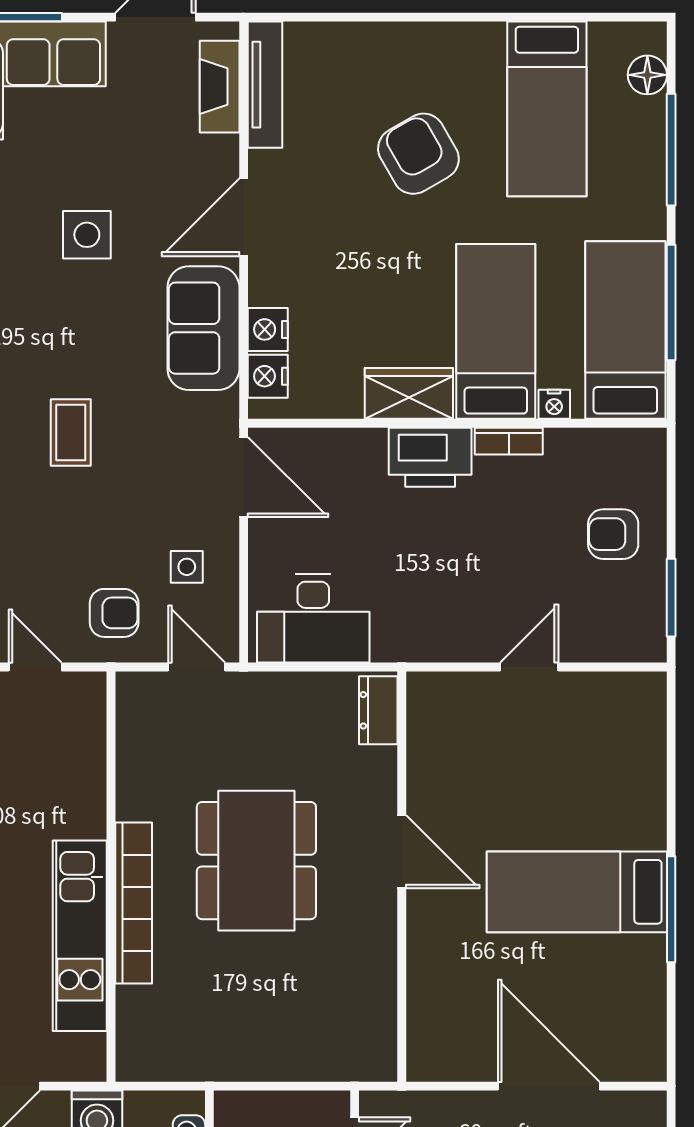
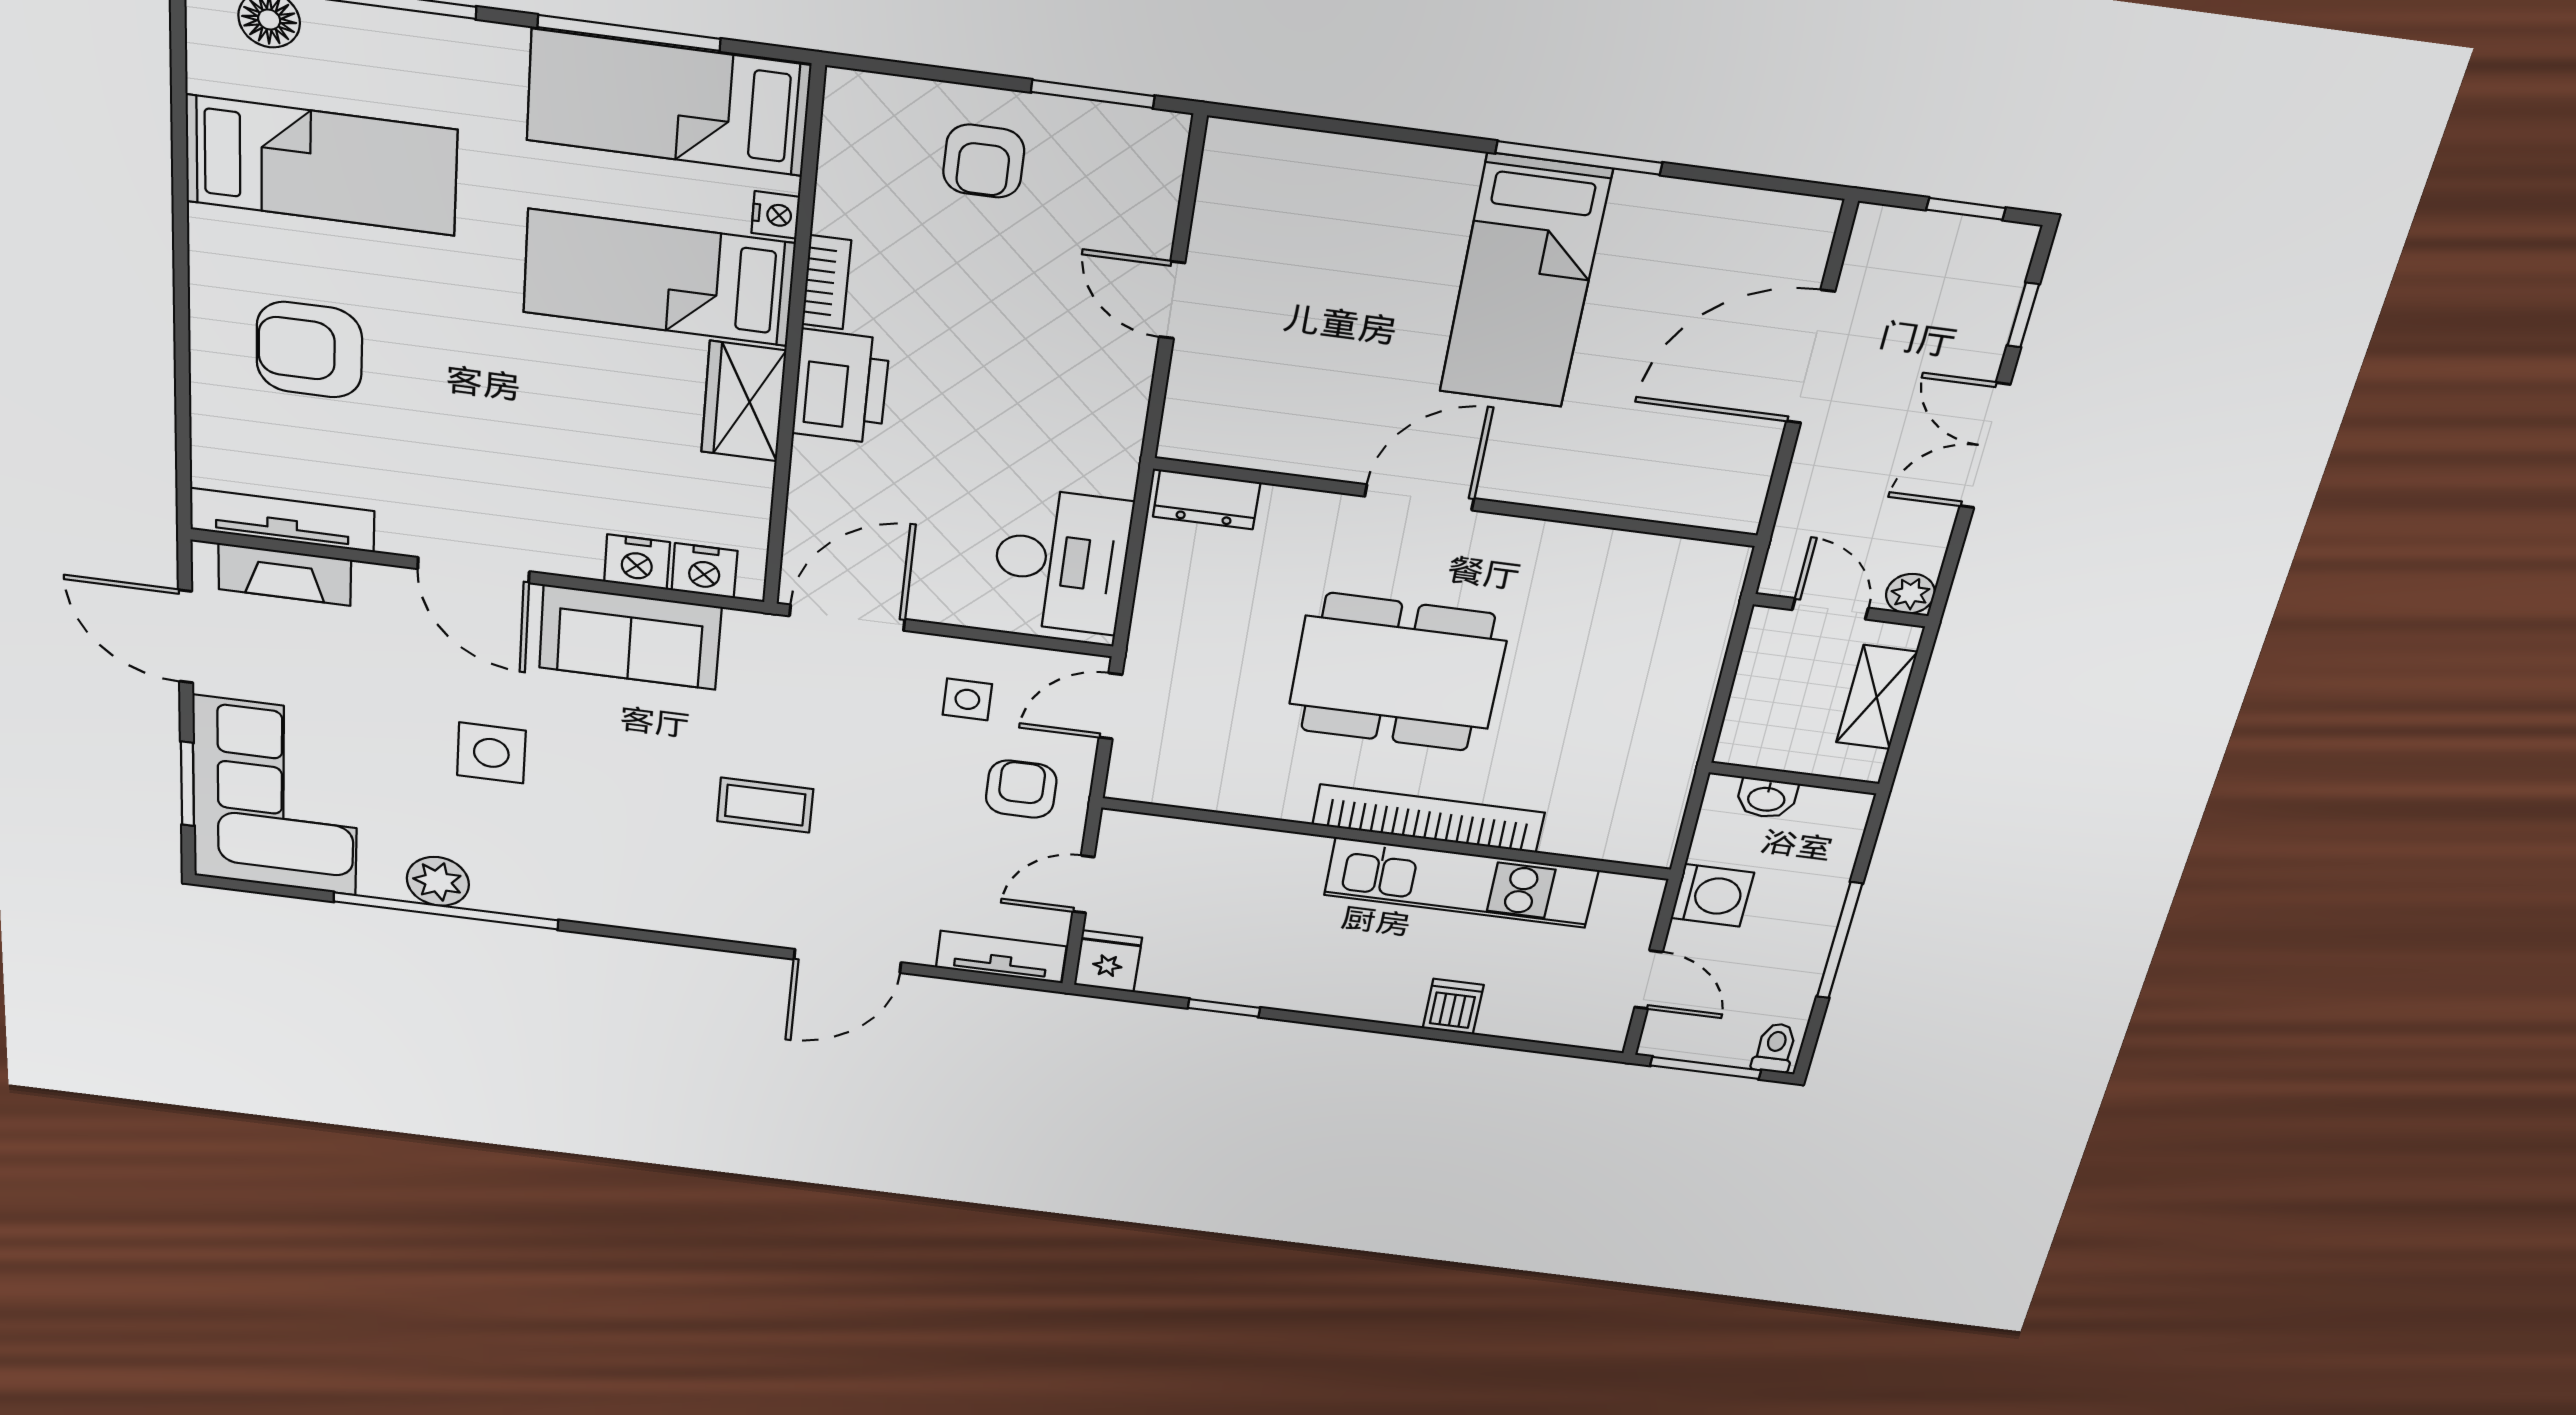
armchair: (418, 154) -> (309, 350), moved, turned 30

